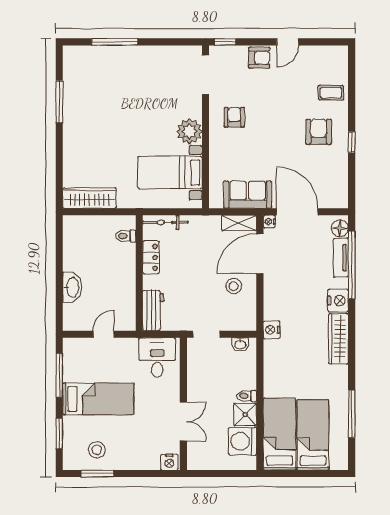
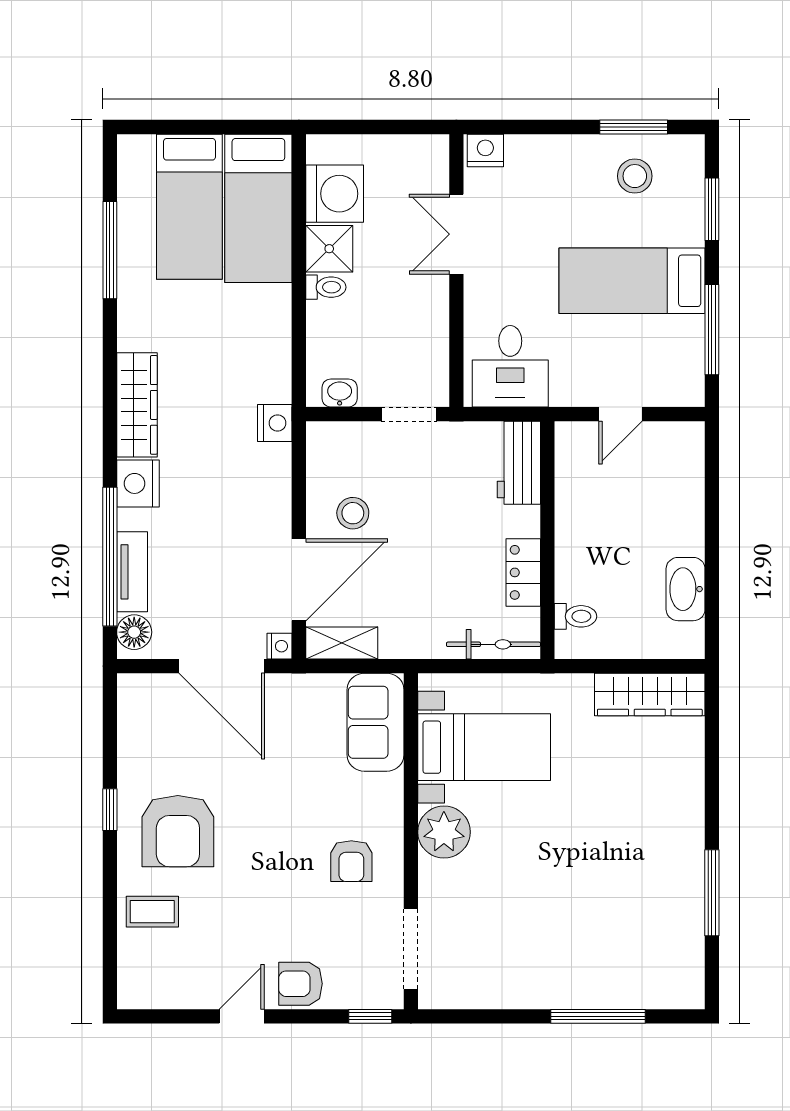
armchair: (319, 132) -> (178, 831), width x1.36, depth x1.36
sofa: (248, 195) -> (376, 722), moved, turned 90
washbasin: (72, 287) -> (686, 589), moved

